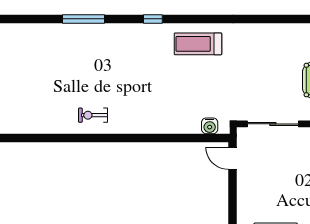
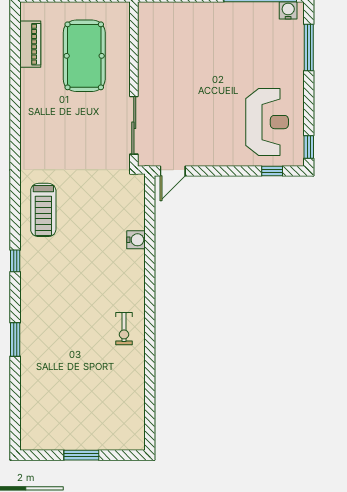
window: (83, 19) -> (15, 340), width x0.69
water cooler: (210, 126) -> (136, 240), moved

